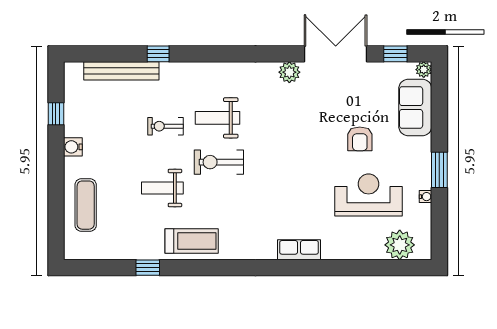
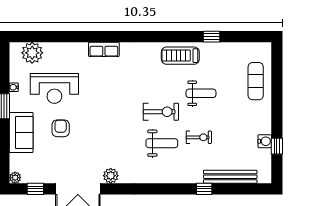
sofa: (415, 107) -> (21, 132), moved
water cooler: (73, 147) -> (265, 141), moved

